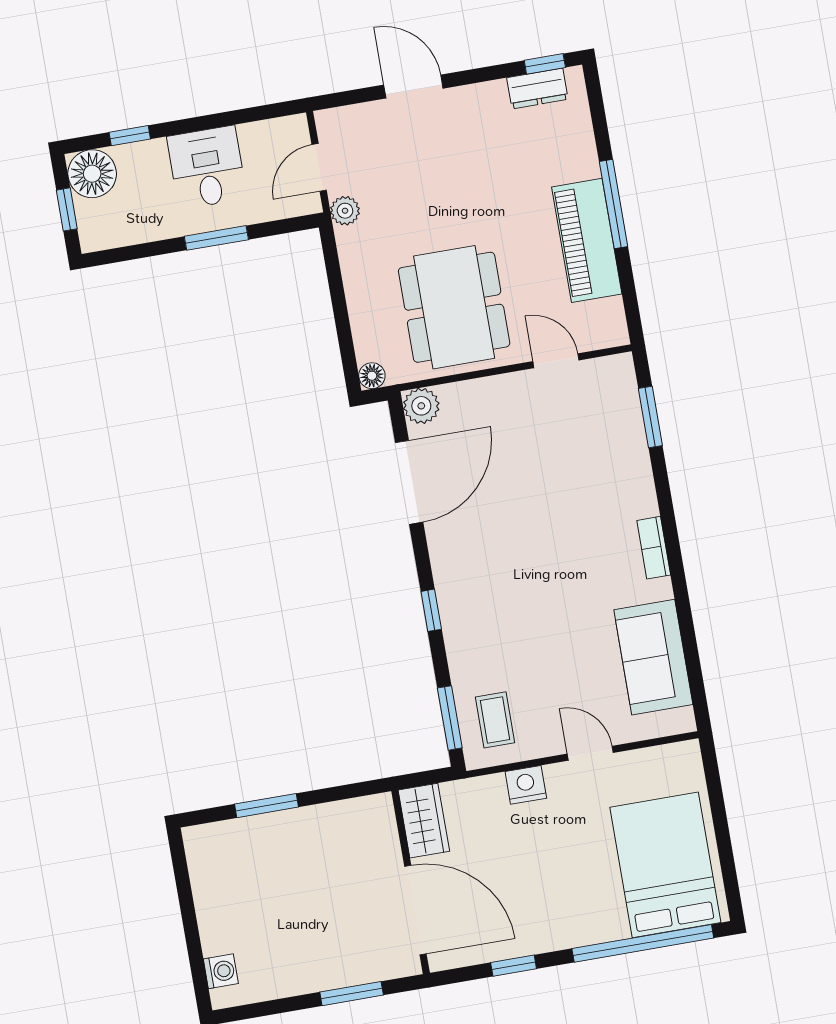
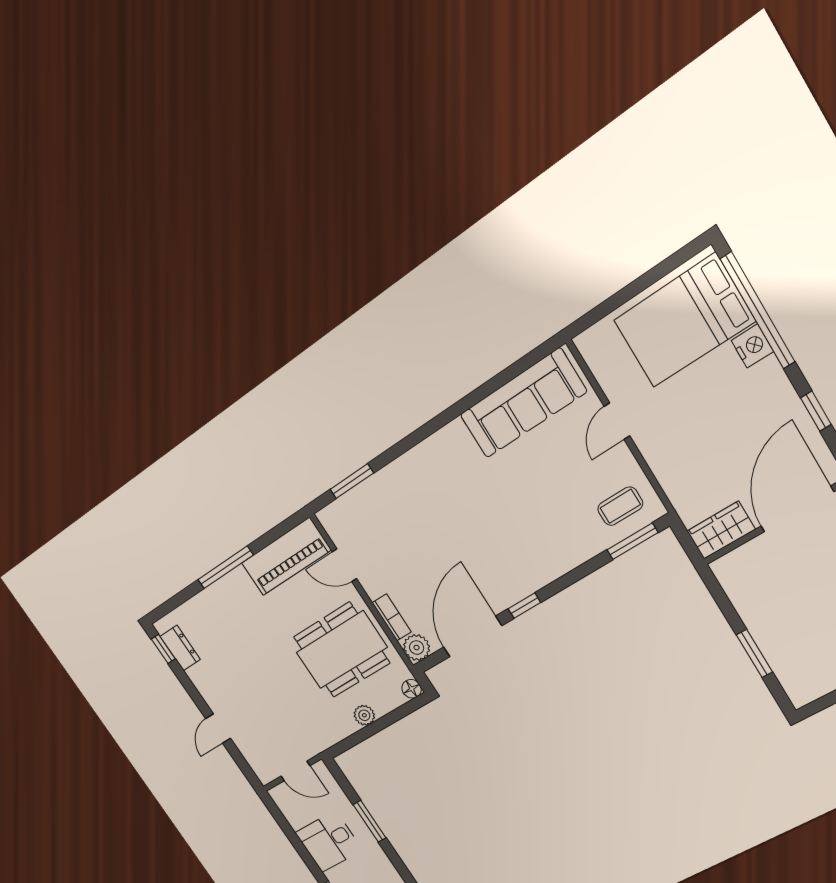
door: (413, 87) -> (218, 729), width x0.73
plant: (345, 211) -> (364, 715), moved
piano: (587, 240) -> (286, 557), moved
door: (556, 361) -> (344, 565), hinge flipped
door: (409, 482) -> (473, 636), hinge flipped
bookcase: (654, 548) -> (392, 617), moved, turned -90
window: (431, 610) -> (524, 606), moved
sofa: (653, 657) -> (523, 403), width x1.36
nightstand: (526, 785) -> (752, 346), moved, turned 180

